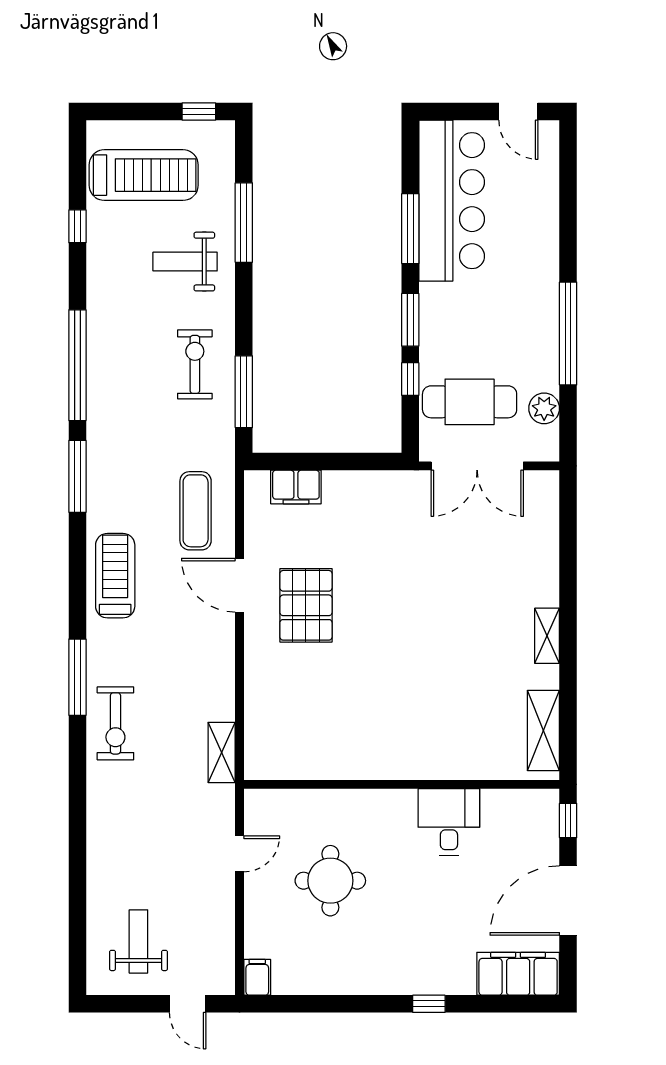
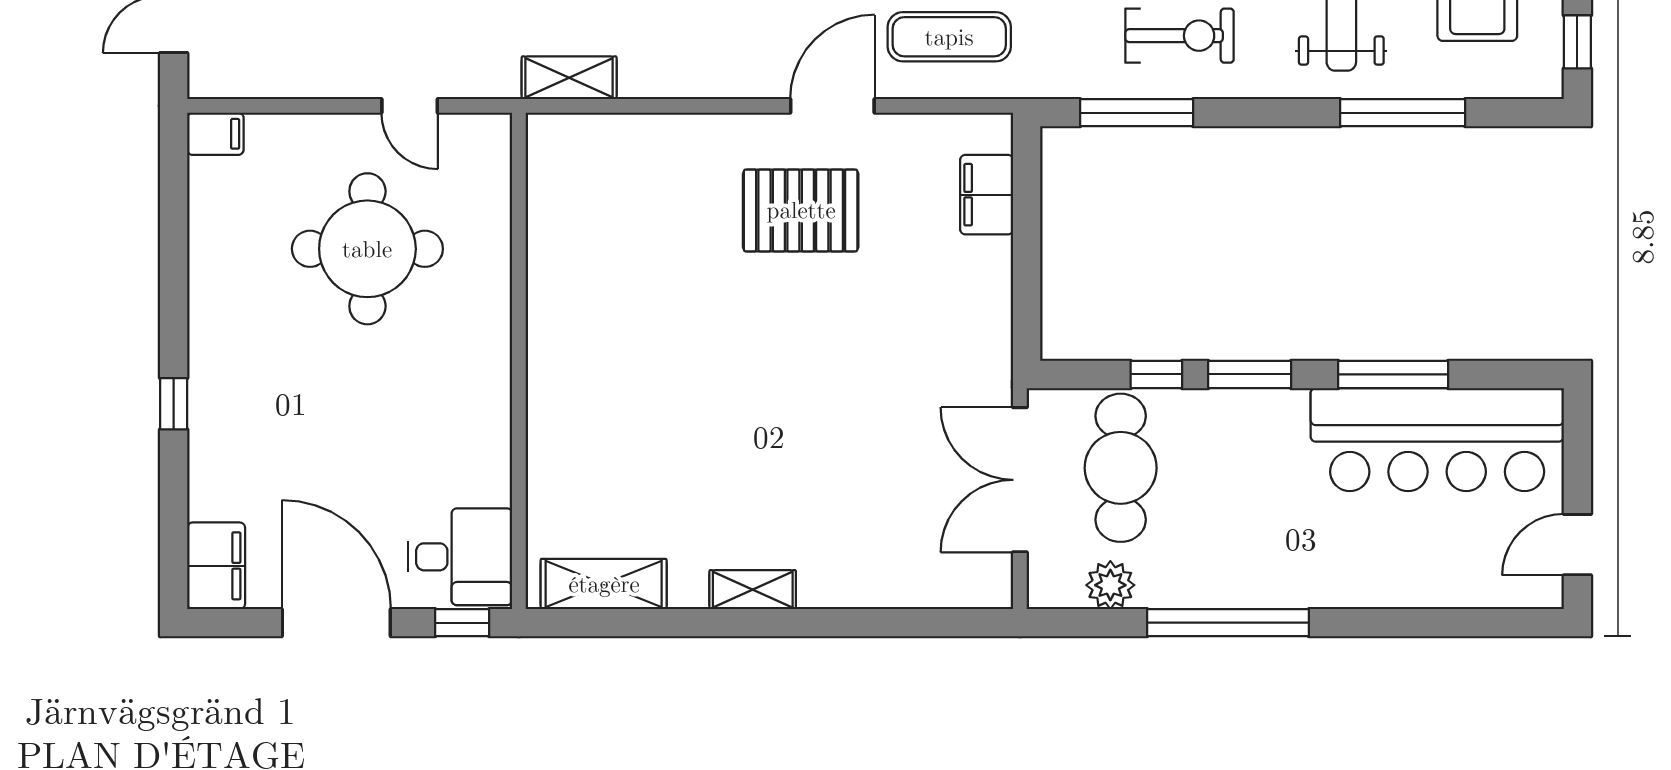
desk: (449, 822) -> (460, 557), moved
round table: (330, 881) -> (367, 249), width x1.36, depth x1.36
filing cabinet: (518, 974) -> (216, 566), width x0.67, depth x0.86

